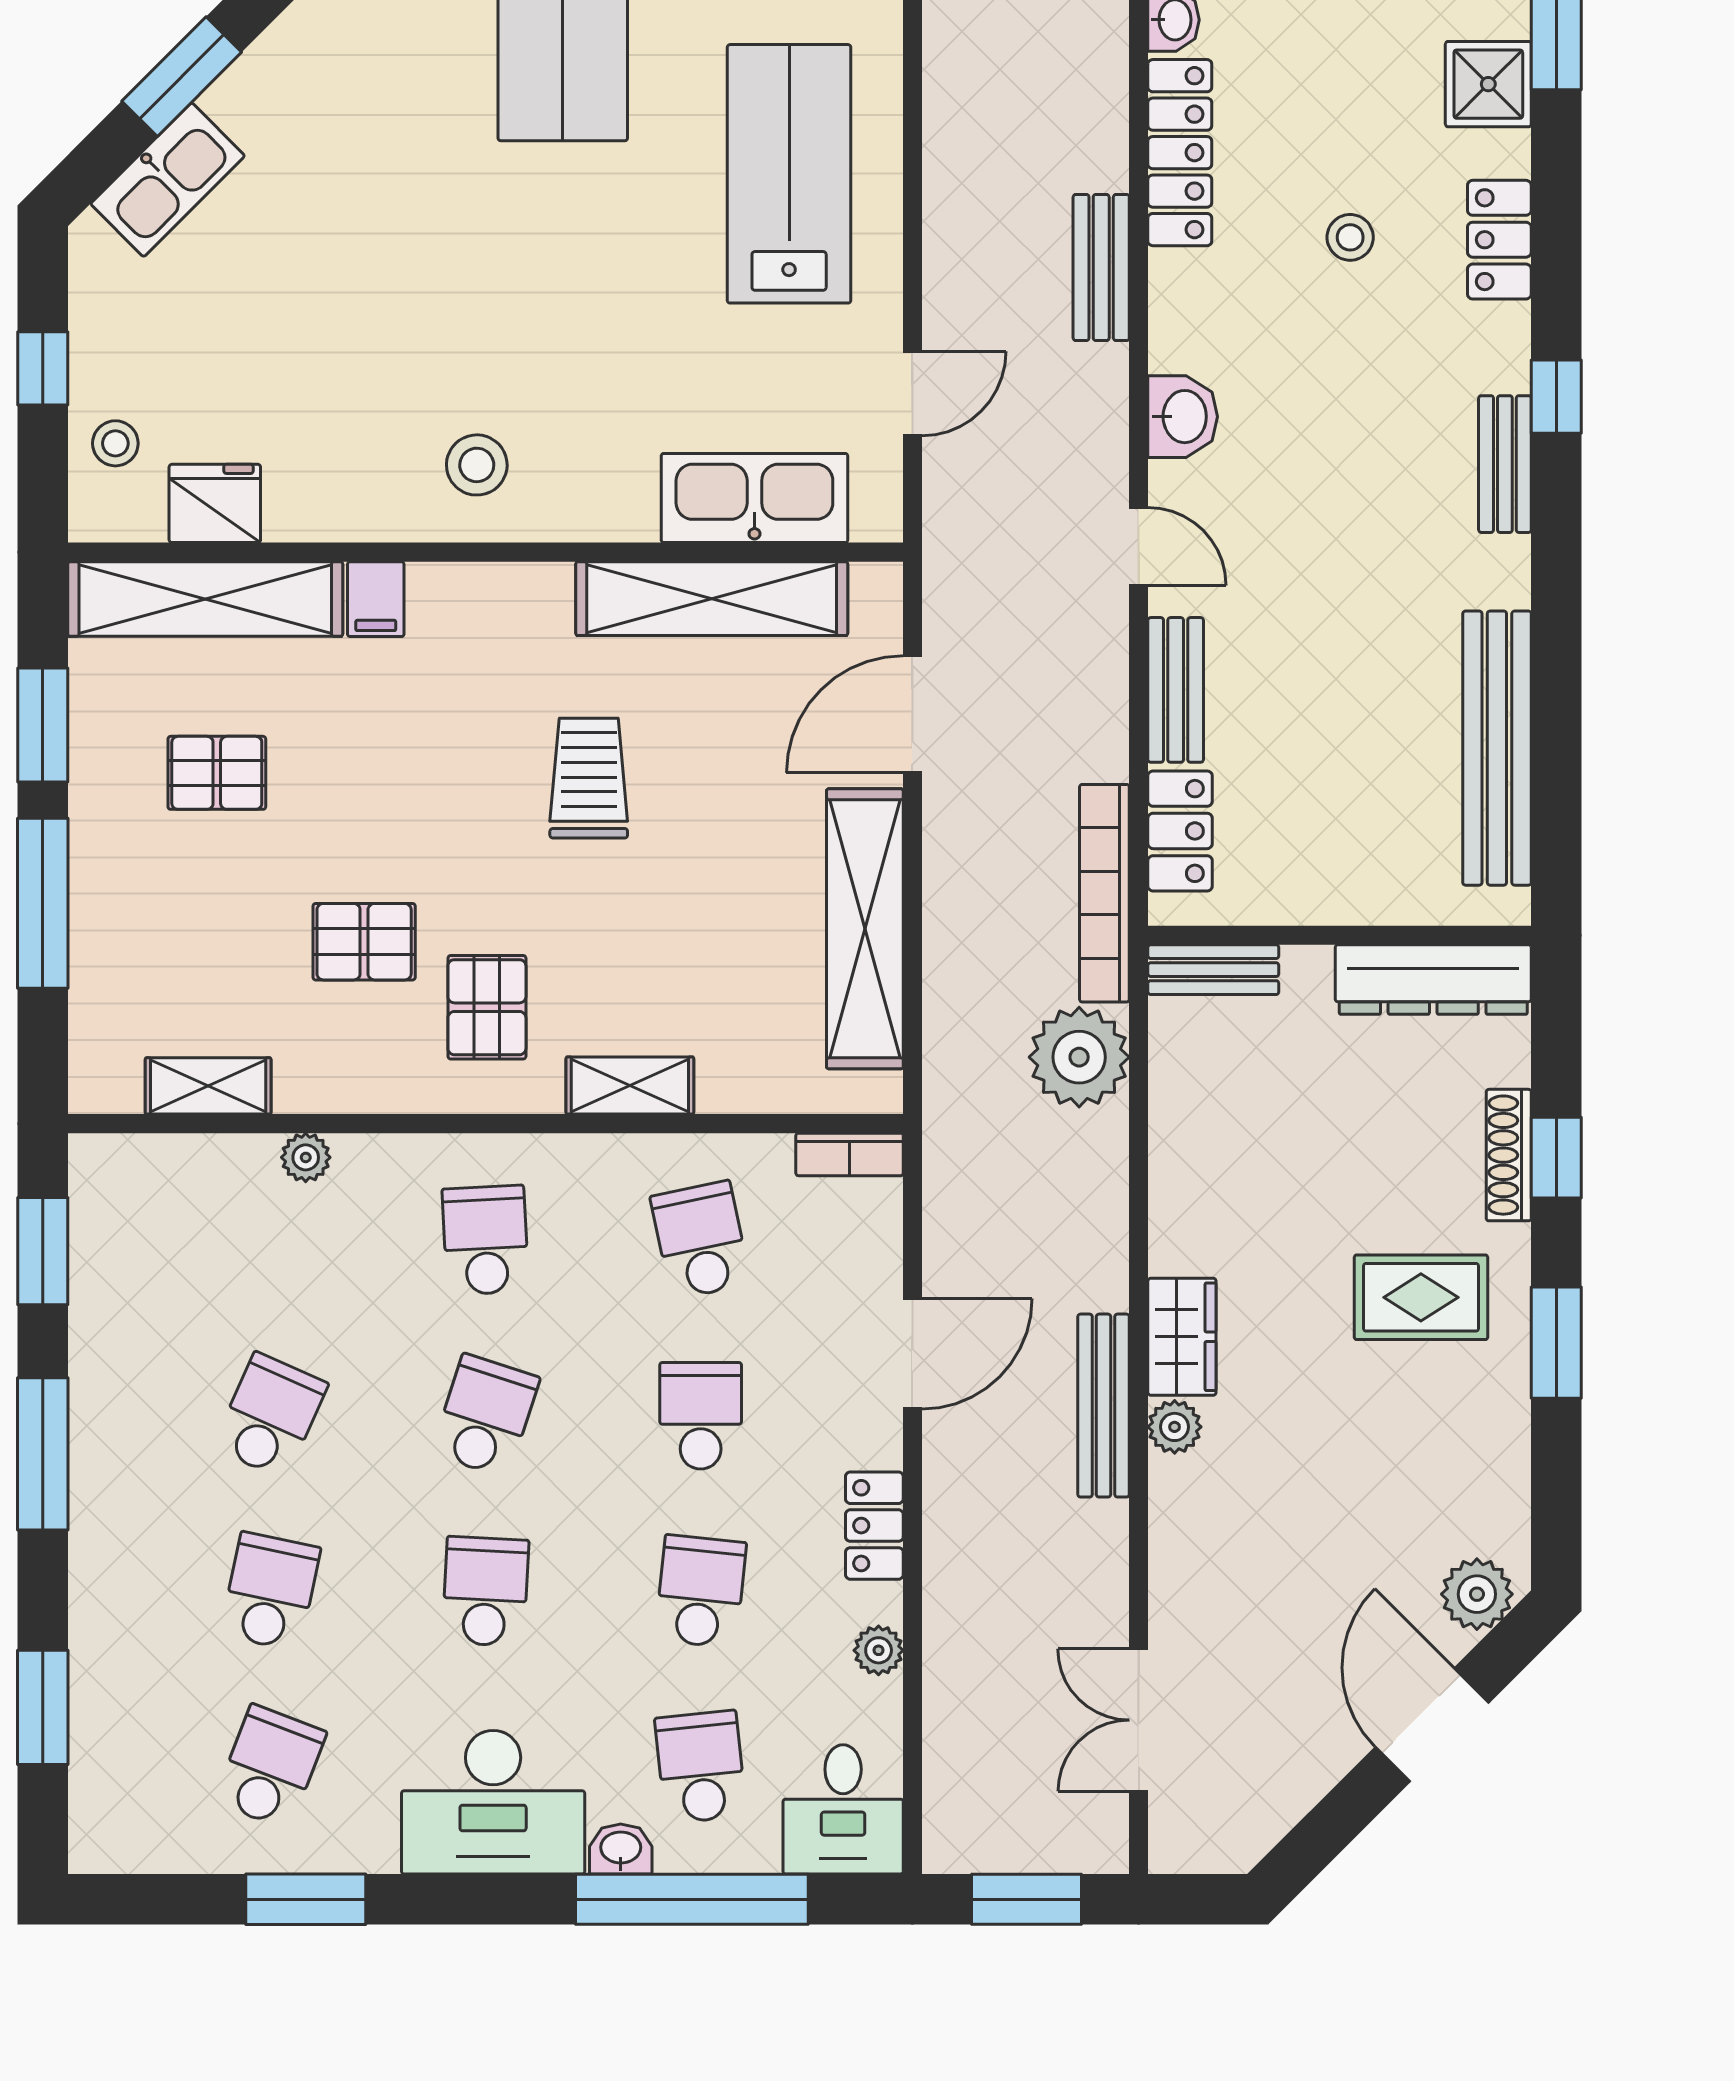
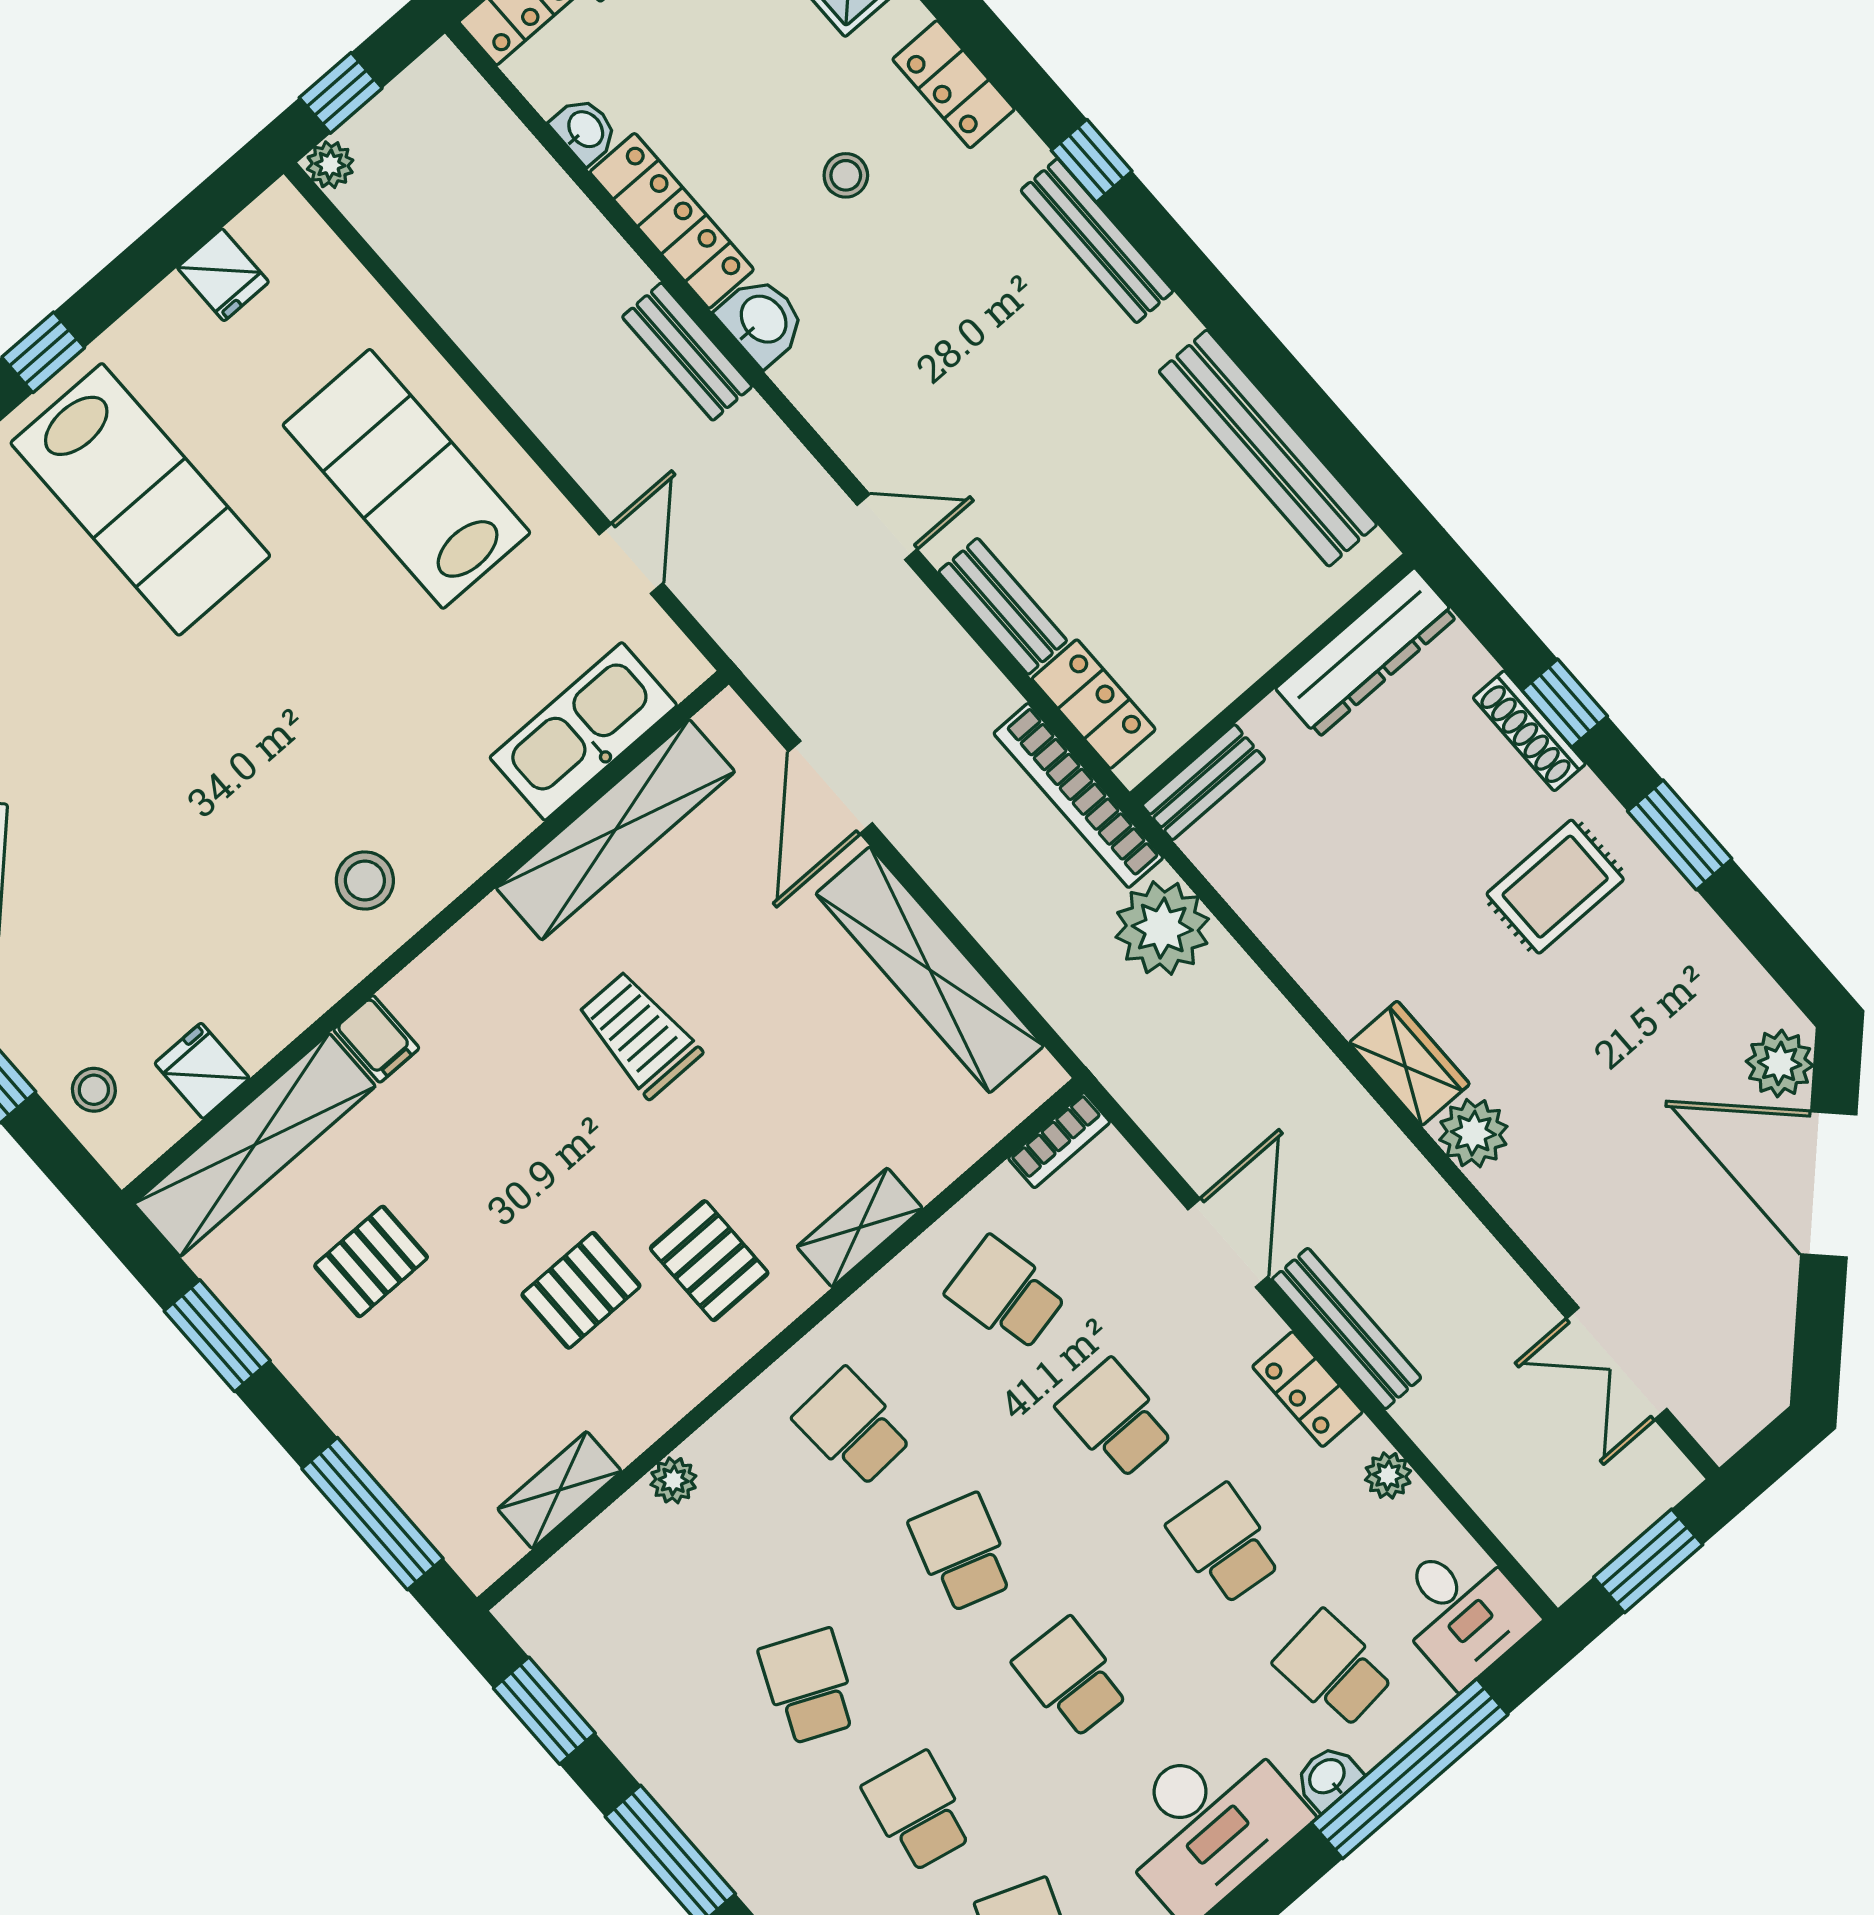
washbasin: (1183, 417) -> (762, 320), moved
bench: (1505, 464) -> (1097, 241), width x1.36
fridge: (215, 503) -> (202, 1071), width x0.72
window: (43, 903) -> (372, 1514), moved
bench: (1104, 1406) -> (1347, 1329), moved
plant: (1175, 1427) -> (1473, 1133), width x1.38, depth x1.38
door: (1432, 1725) -> (1829, 1184), width x1.36

